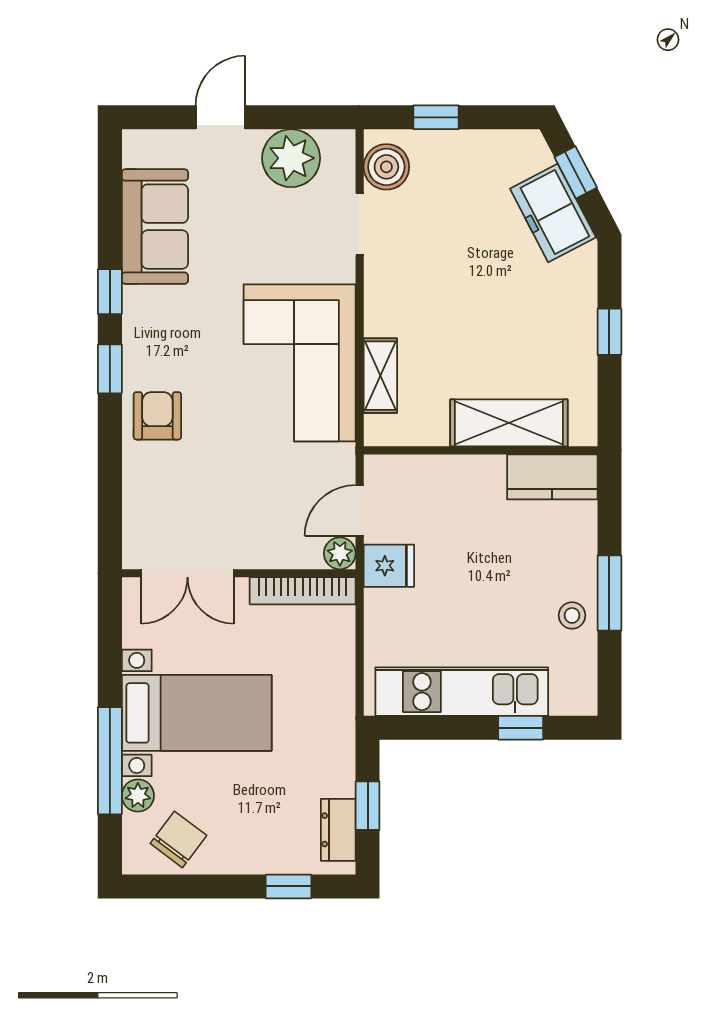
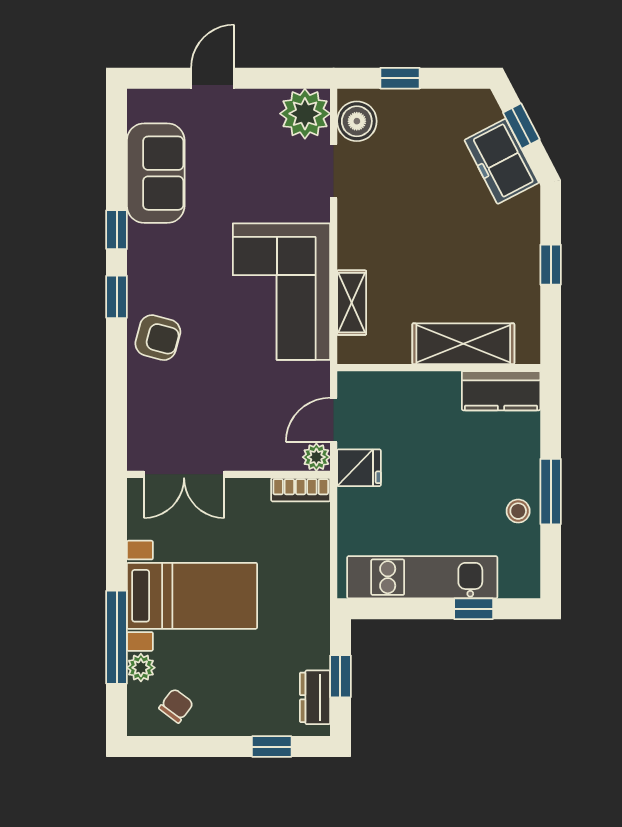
plant: (291, 158) -> (305, 114), moved
armchair: (157, 416) -> (158, 338), turned 105
bookcase: (303, 591) -> (301, 490), width x0.64
chair: (178, 839) -> (176, 706), width x0.73, depth x0.73

